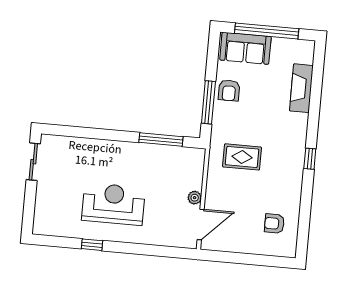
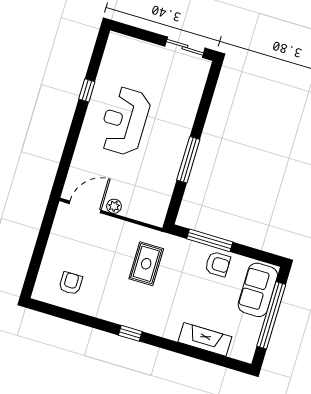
armchair: (229, 90) -> (218, 264), turned 180
window: (161, 140) -> (188, 160), moved
reception desk: (113, 204) -> (124, 121), turned 180
door: (201, 224) -> (85, 207), swing flipped

